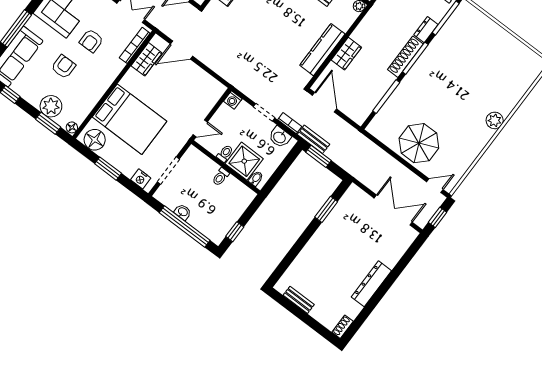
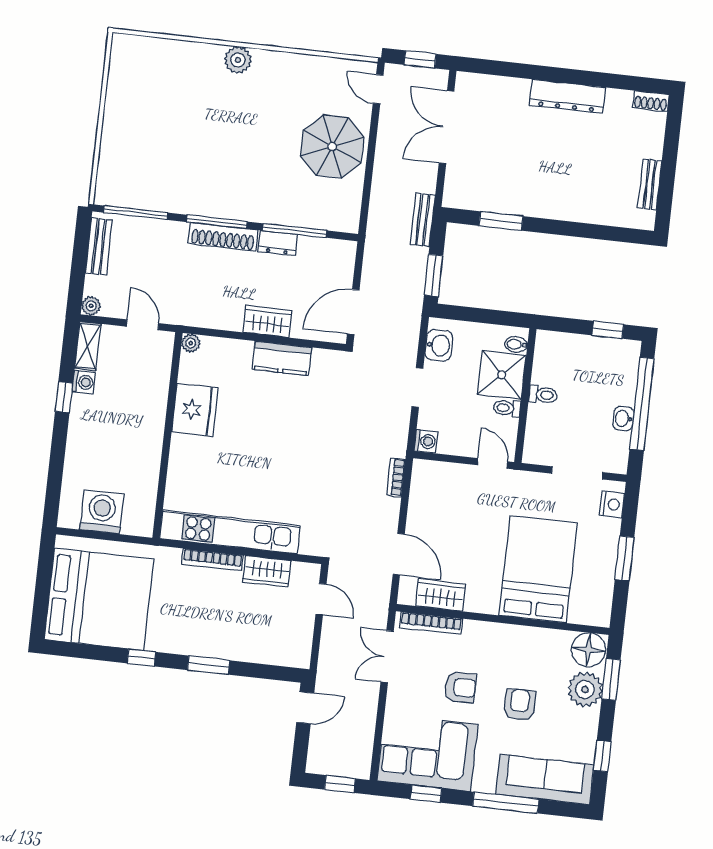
dresser: (426, 30) -> (278, 243), moved
kitchen counter: (322, 50) -> (282, 358), width x0.67
armchair: (63, 67) -> (520, 705), turned 90
bookcase: (290, 123) -> (396, 477), moved
floor lamp: (72, 127) -> (588, 650), width x1.89, depth x1.89
bench: (313, 139) -> (423, 220), moved
floor lamp: (95, 140) -> (596, 601), removed

